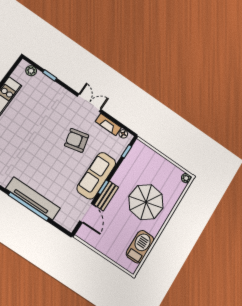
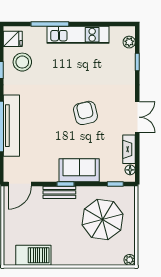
armchair: (77, 140) -> (85, 113), moved
sofa: (96, 176) -> (79, 170), width x0.73
parasol: (146, 202) -> (103, 220), moved
door: (87, 213) -> (20, 184), moved

